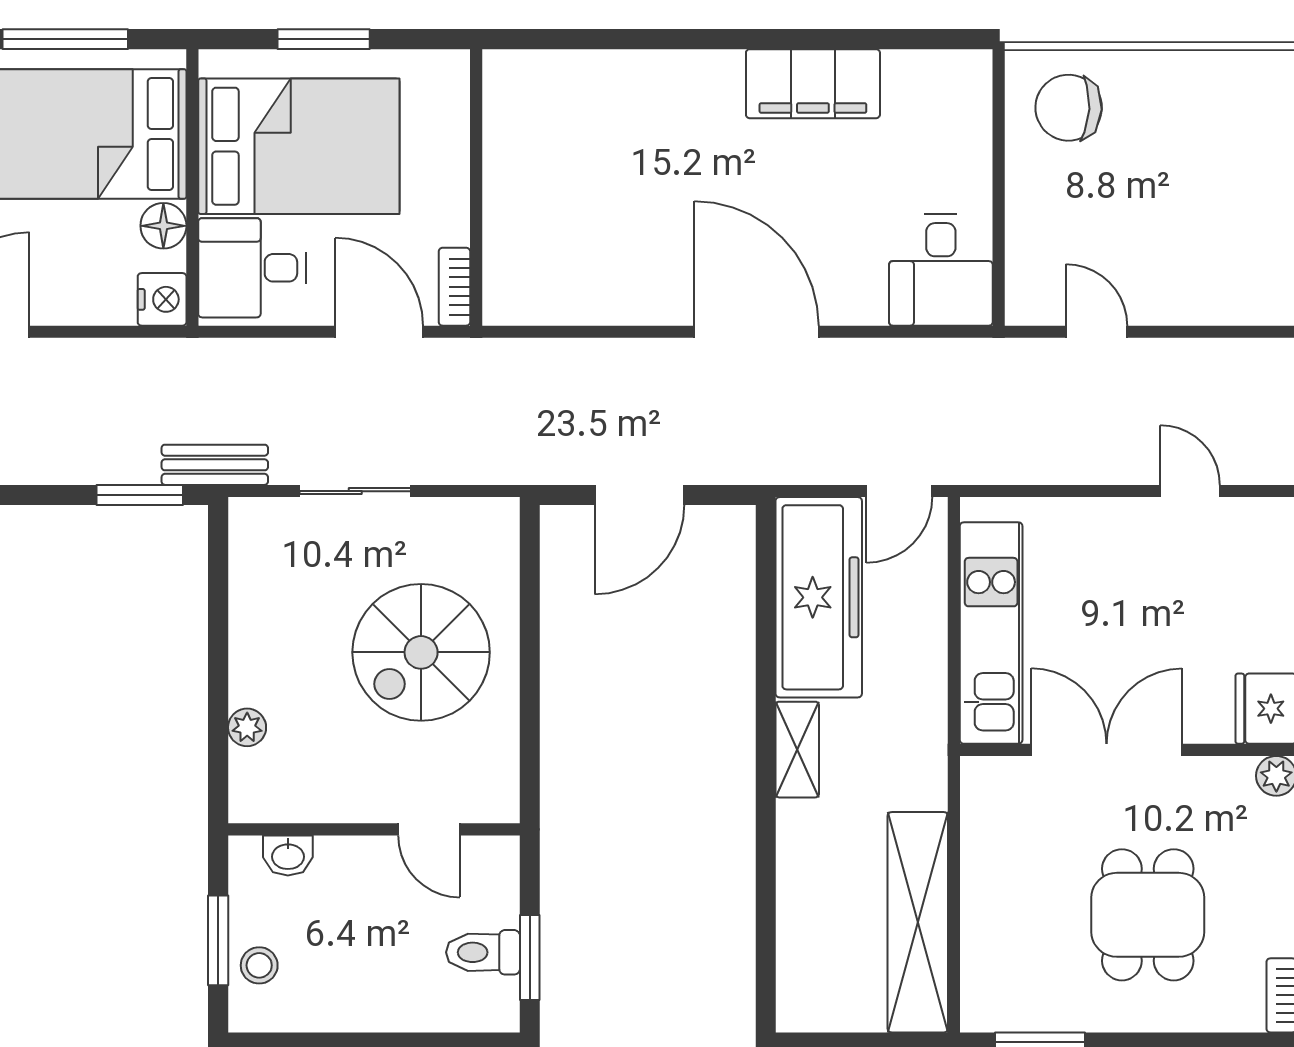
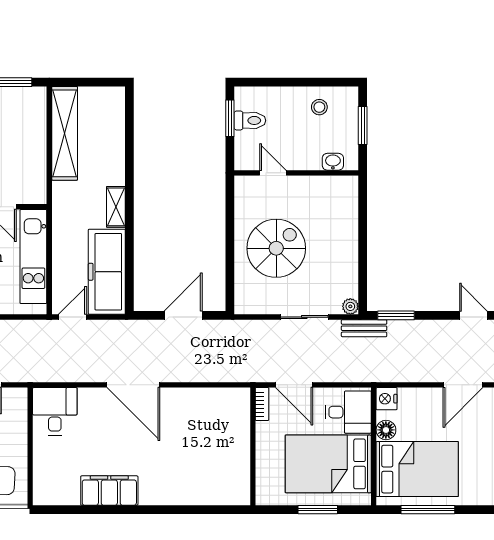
plant: (247, 727) -> (350, 306), moved
stool: (259, 965) -> (319, 107), moved

